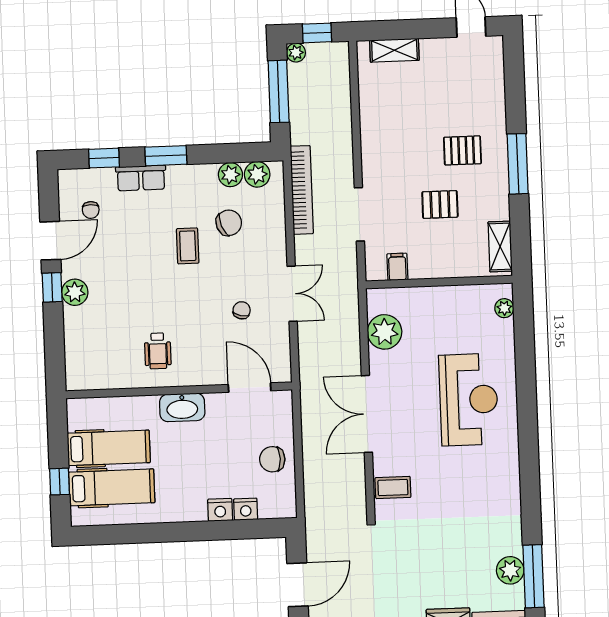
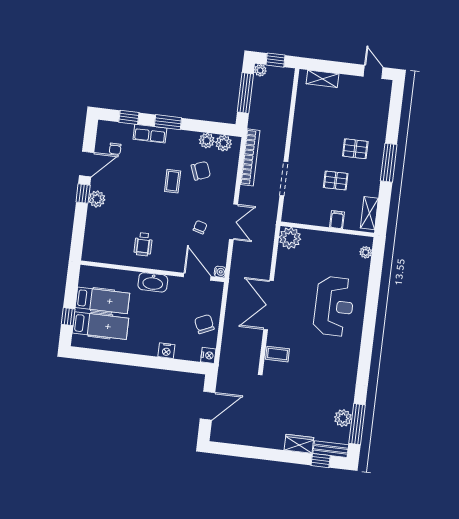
filing cabinet: (397, 267) -> (337, 220), moved
plant: (385, 332) -> (290, 238), moved
water cooler: (283, 374) -> (220, 272), added
chair: (272, 459) -> (204, 324), turned 66
nightstand: (246, 509) -> (208, 355), moved, turned -90

